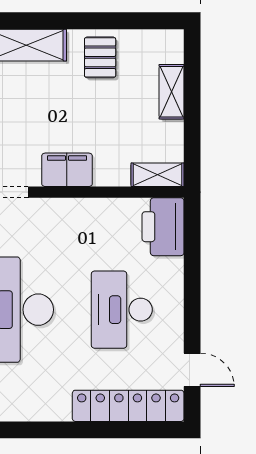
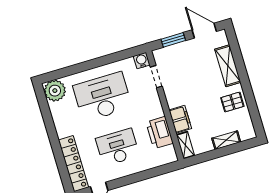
filing cabinet: (67, 170) -> (180, 119), moved
printer: (163, 227) -> (159, 133), moved, turned -90

